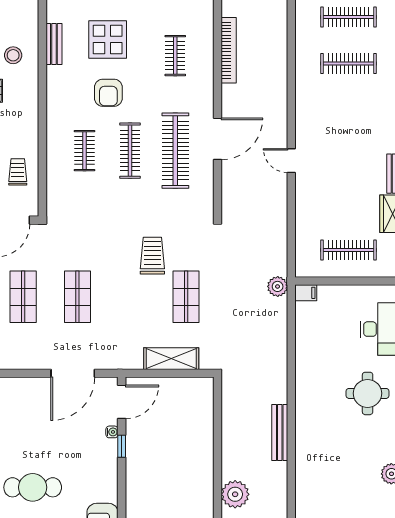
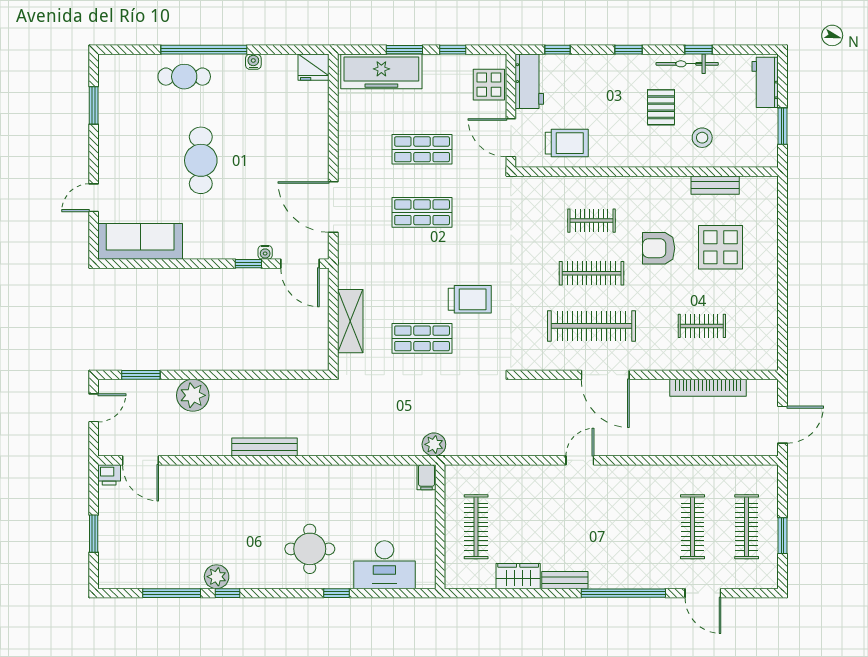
trolley: (18, 172) -> (567, 143), width x1.36, depth x1.39

